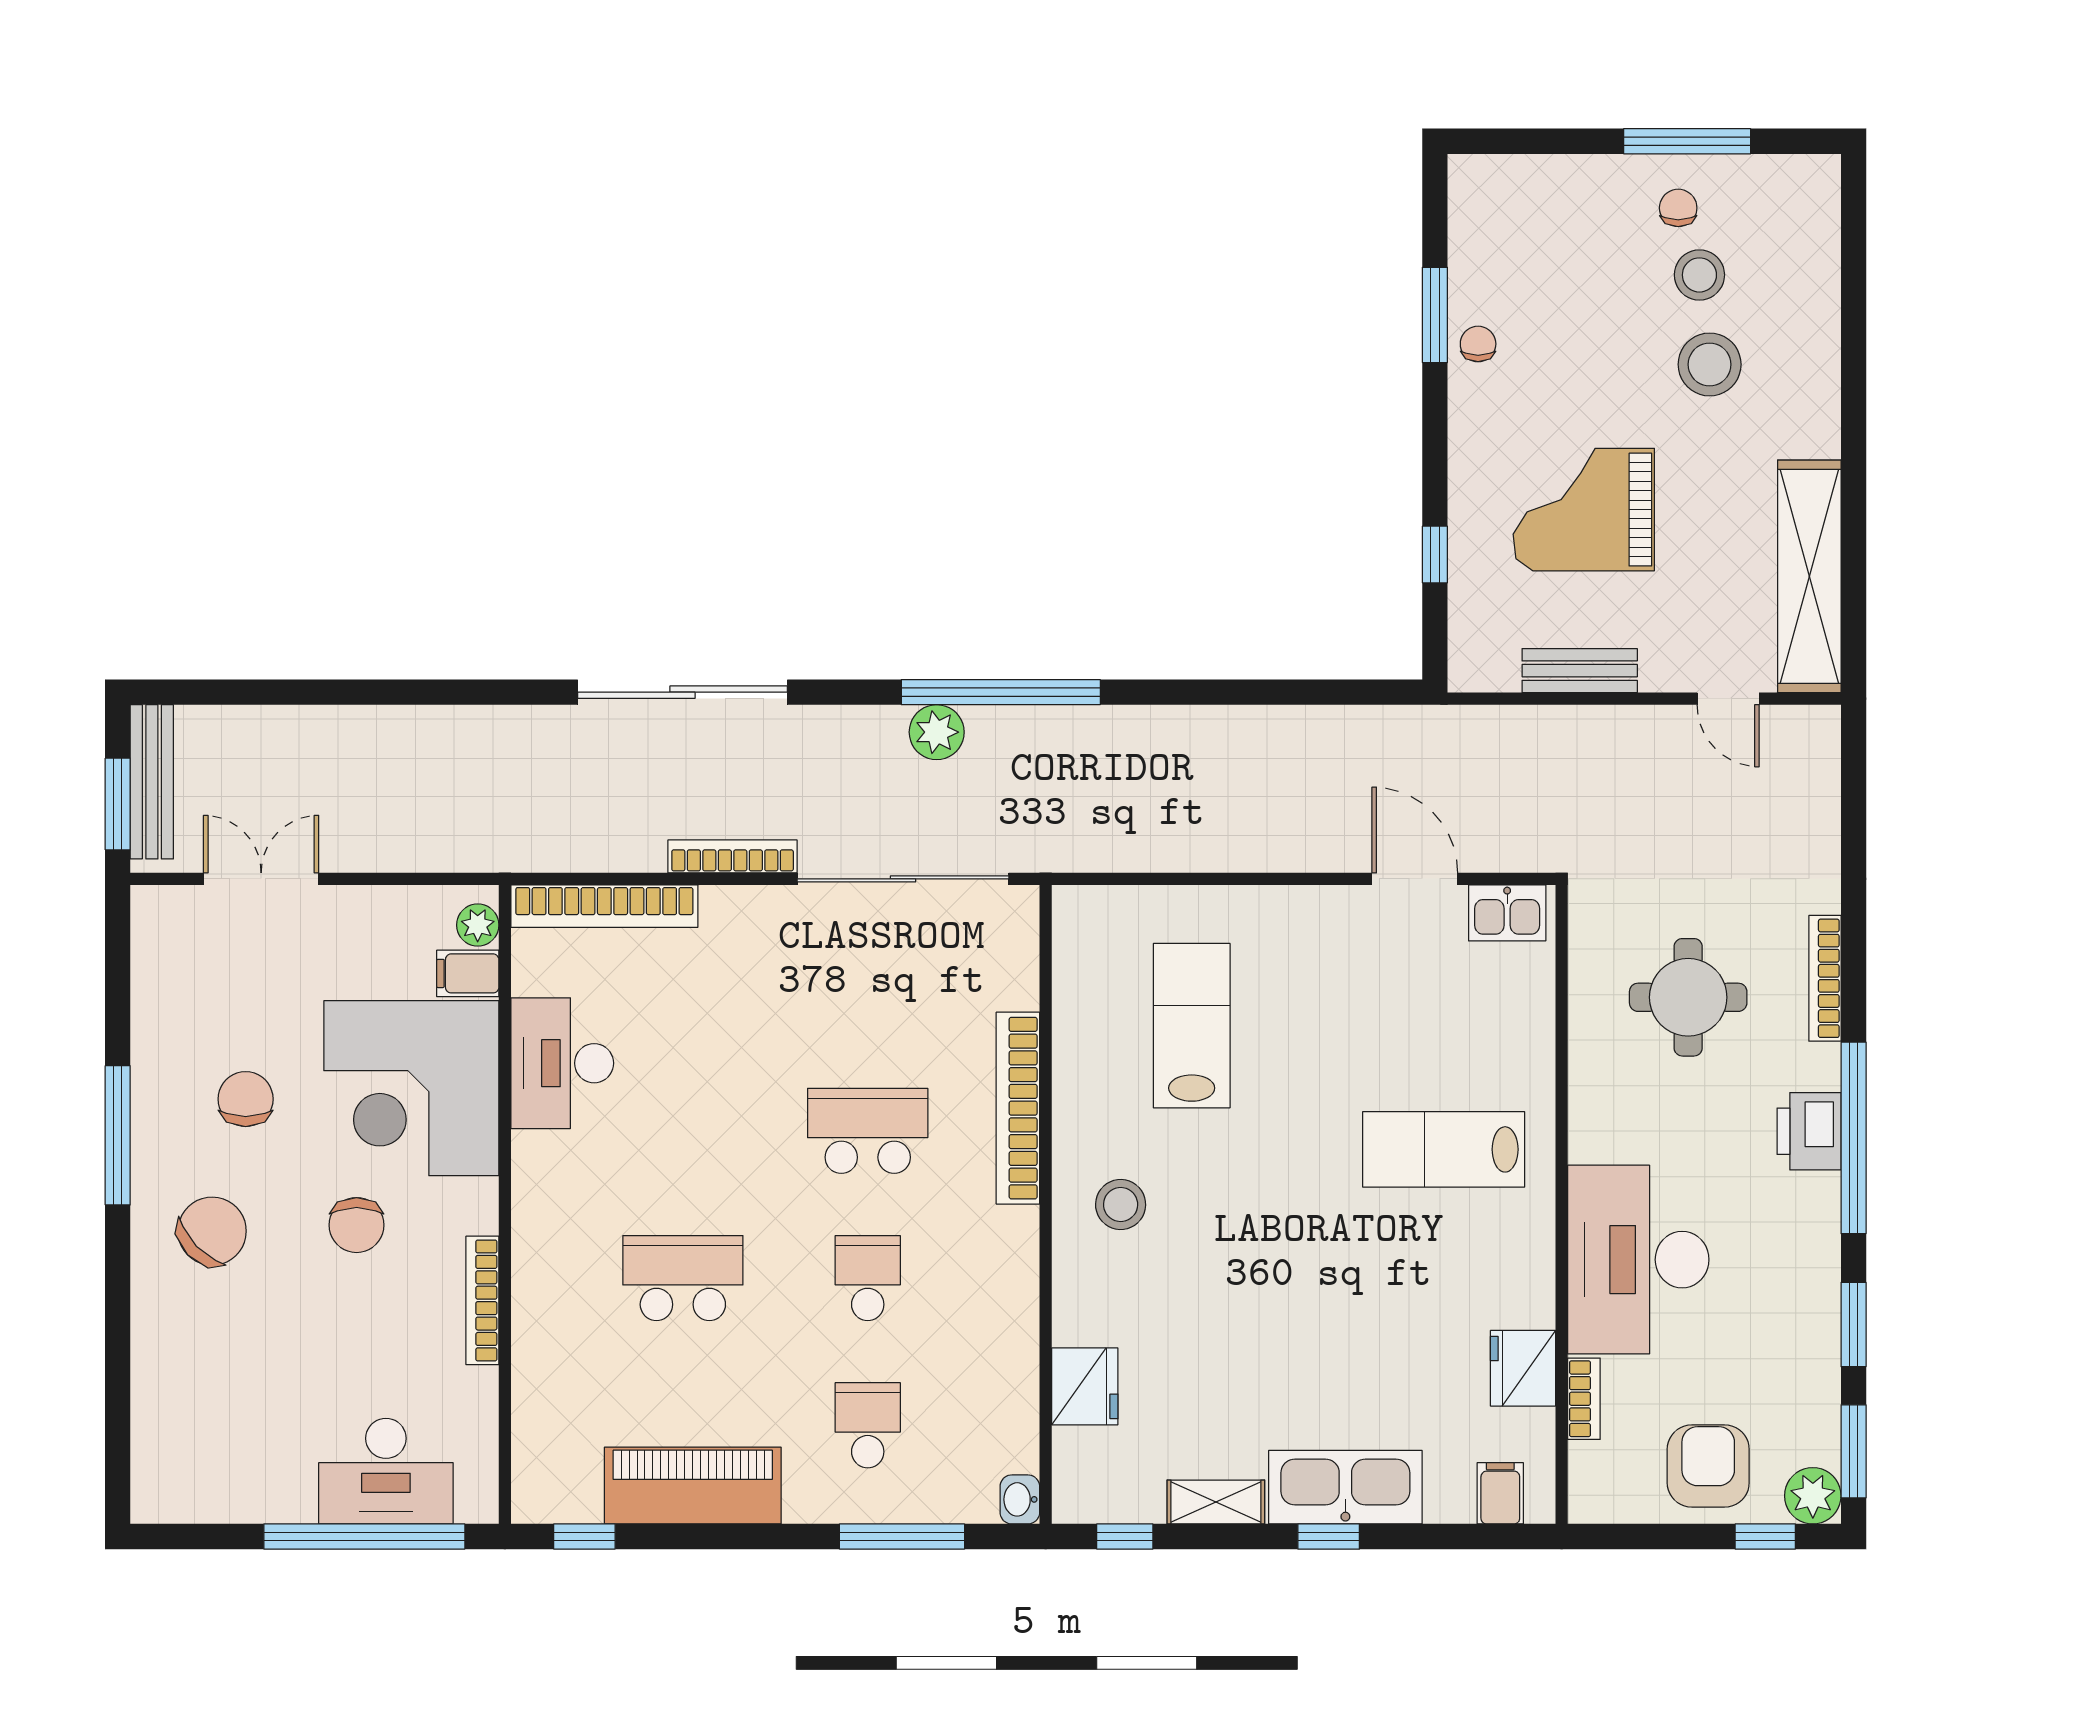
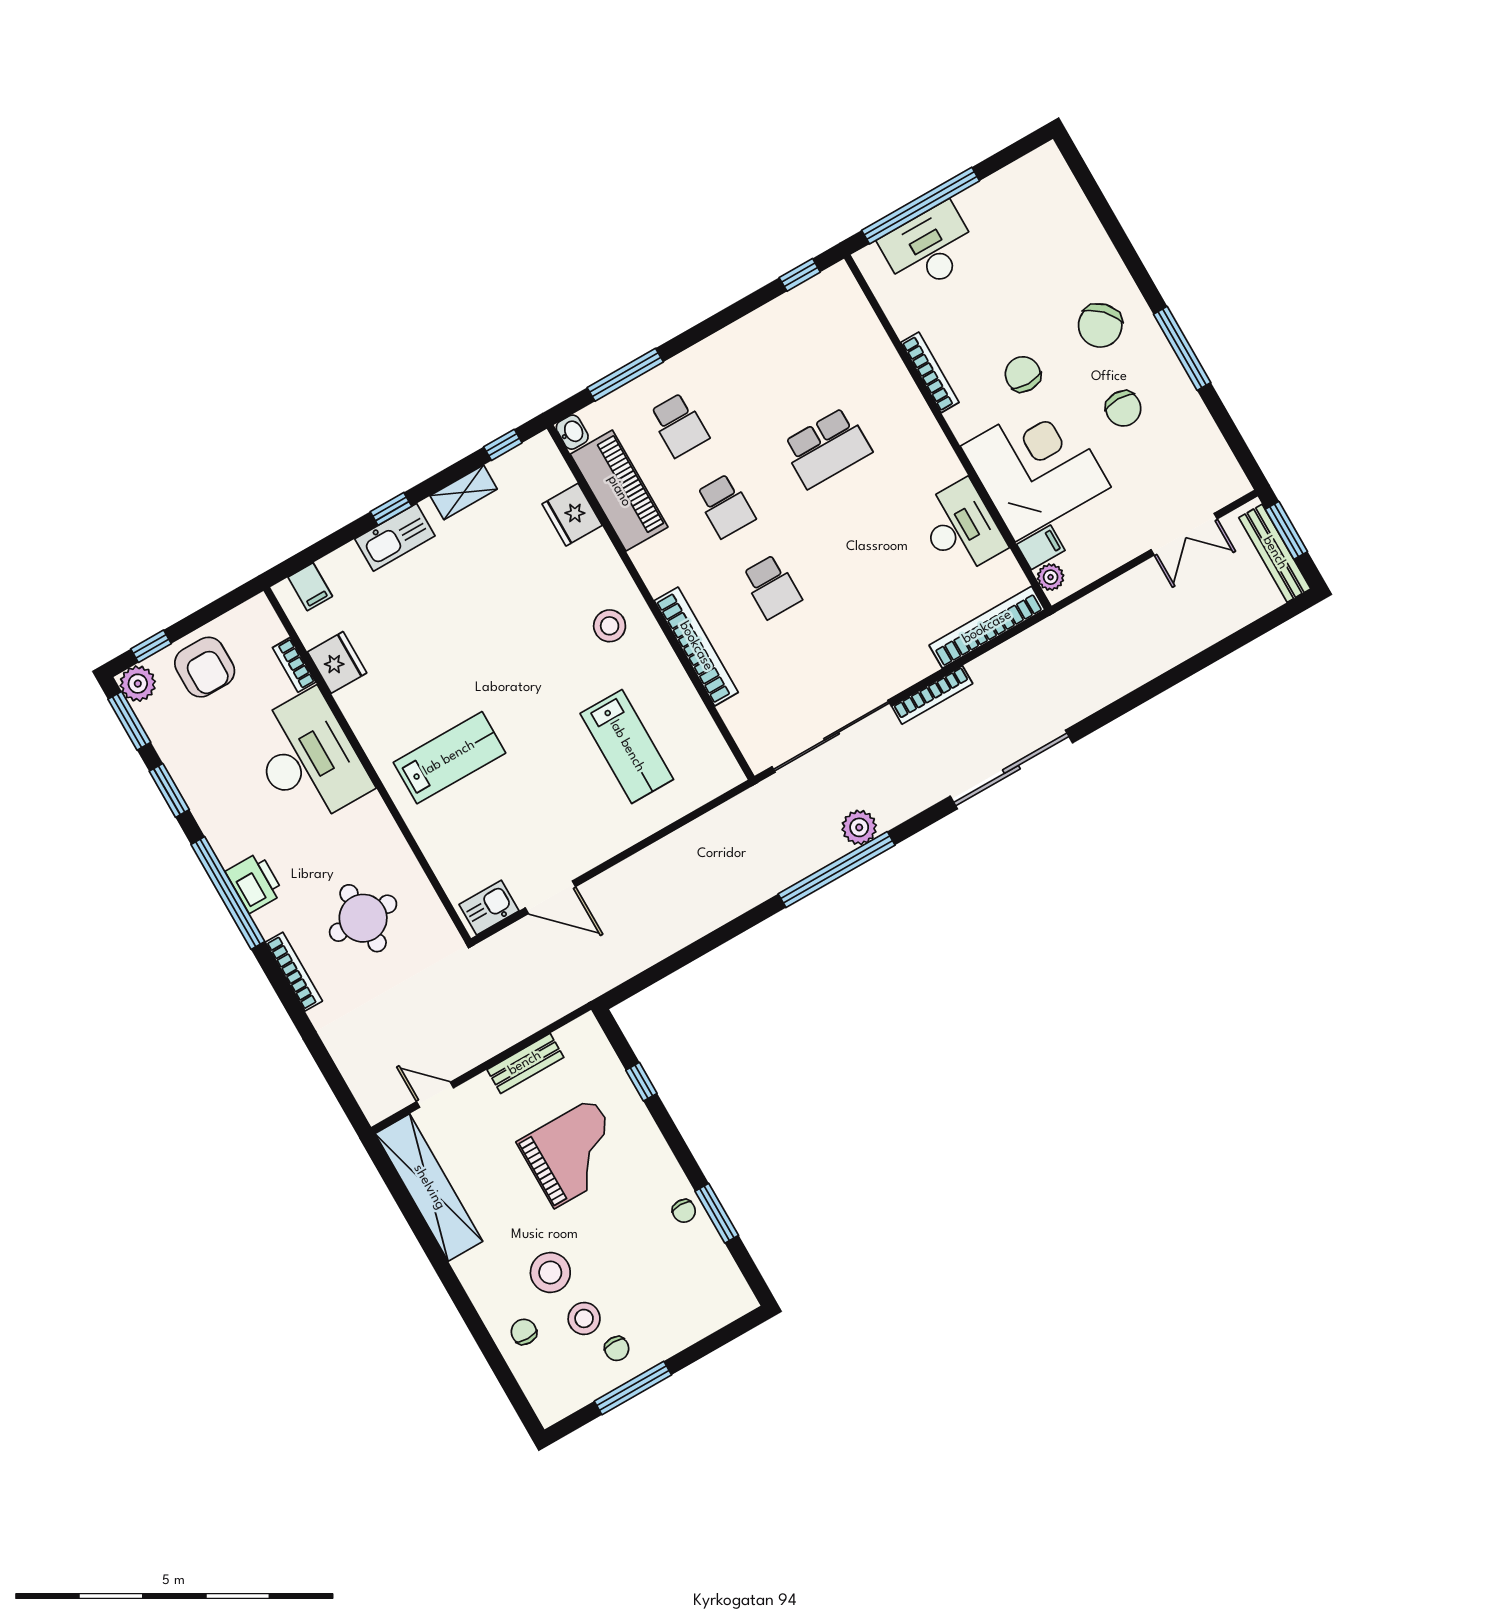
chair: (1792, 304) -> (524, 1332), added
school desk: (868, 1131) -> (772, 587), width x0.54
piano: (693, 1486) -> (619, 491), moved, turned -90
kitchen sink: (1345, 1487) -> (395, 537), width x0.73, depth x0.81

